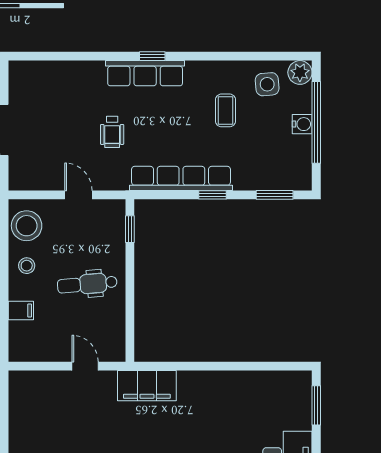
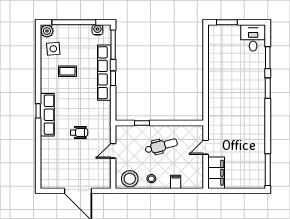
water cooler: (302, 124) -> (97, 30), moved
row of seats: (181, 178) -> (104, 73), moved
window: (275, 195) -> (113, 45), width x1.44
window: (130, 229) -> (142, 123), moved
dental chair: (87, 284) -> (161, 146), turned -100
filing cabinet: (147, 386) -> (216, 173), moved

